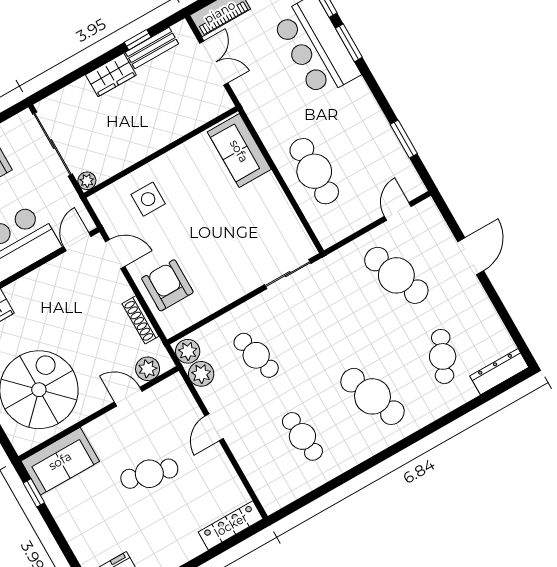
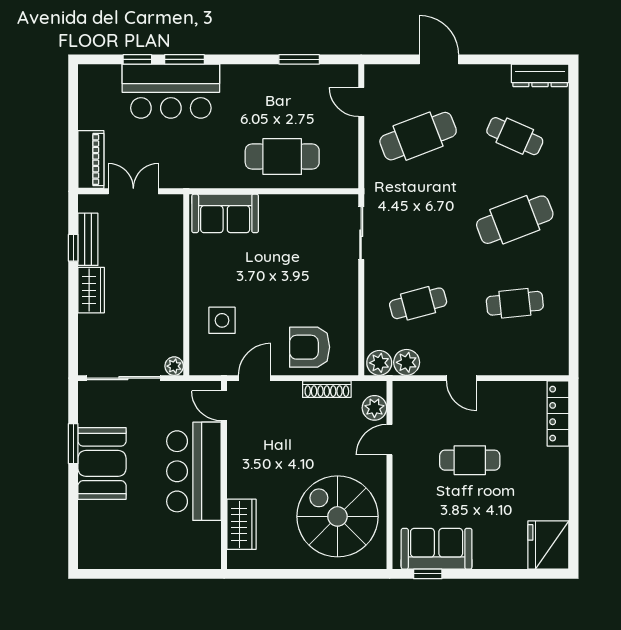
dresser: (499, 372) -> (540, 75), moved, turned -90
sofa: (60, 461) -> (437, 549), moved, turned -90
cafe table: (149, 474) -> (470, 460), turned 75

